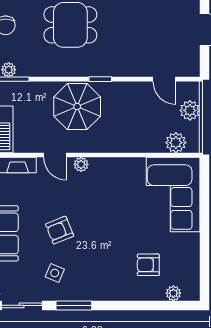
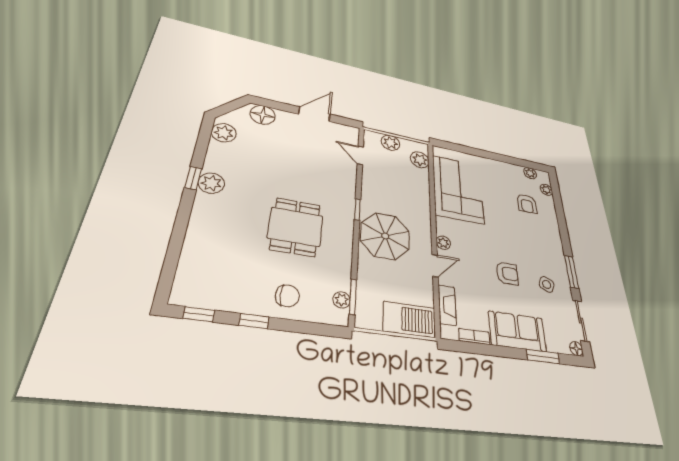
door: (164, 79) -> (360, 155), swing flipped
corner sofa: (173, 195) -> (458, 189), moved, turned -90
armchair: (60, 230) -> (507, 273), turned -68
plant: (192, 275) -> (530, 173), added

